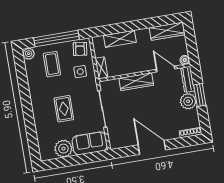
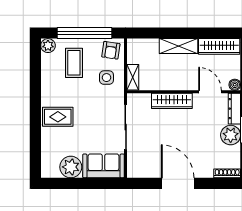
shelving: (120, 39) -> (178, 46), moved
rug: (64, 109) -> (58, 117), moved, turned 90

